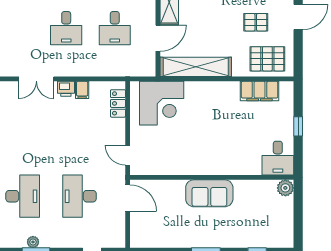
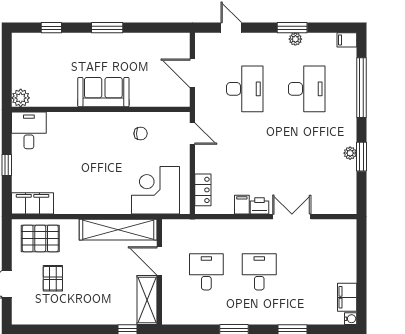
pallet: (256, 22) -> (53, 278), turned 90
door: (158, 38) -> (159, 261), hinge flipped
filing cabinet: (260, 91) -> (33, 203), moved
chair: (175, 155) -> (141, 134), added
desk: (23, 196) -> (307, 89), turned 180
door: (128, 198) -> (192, 73), moved

